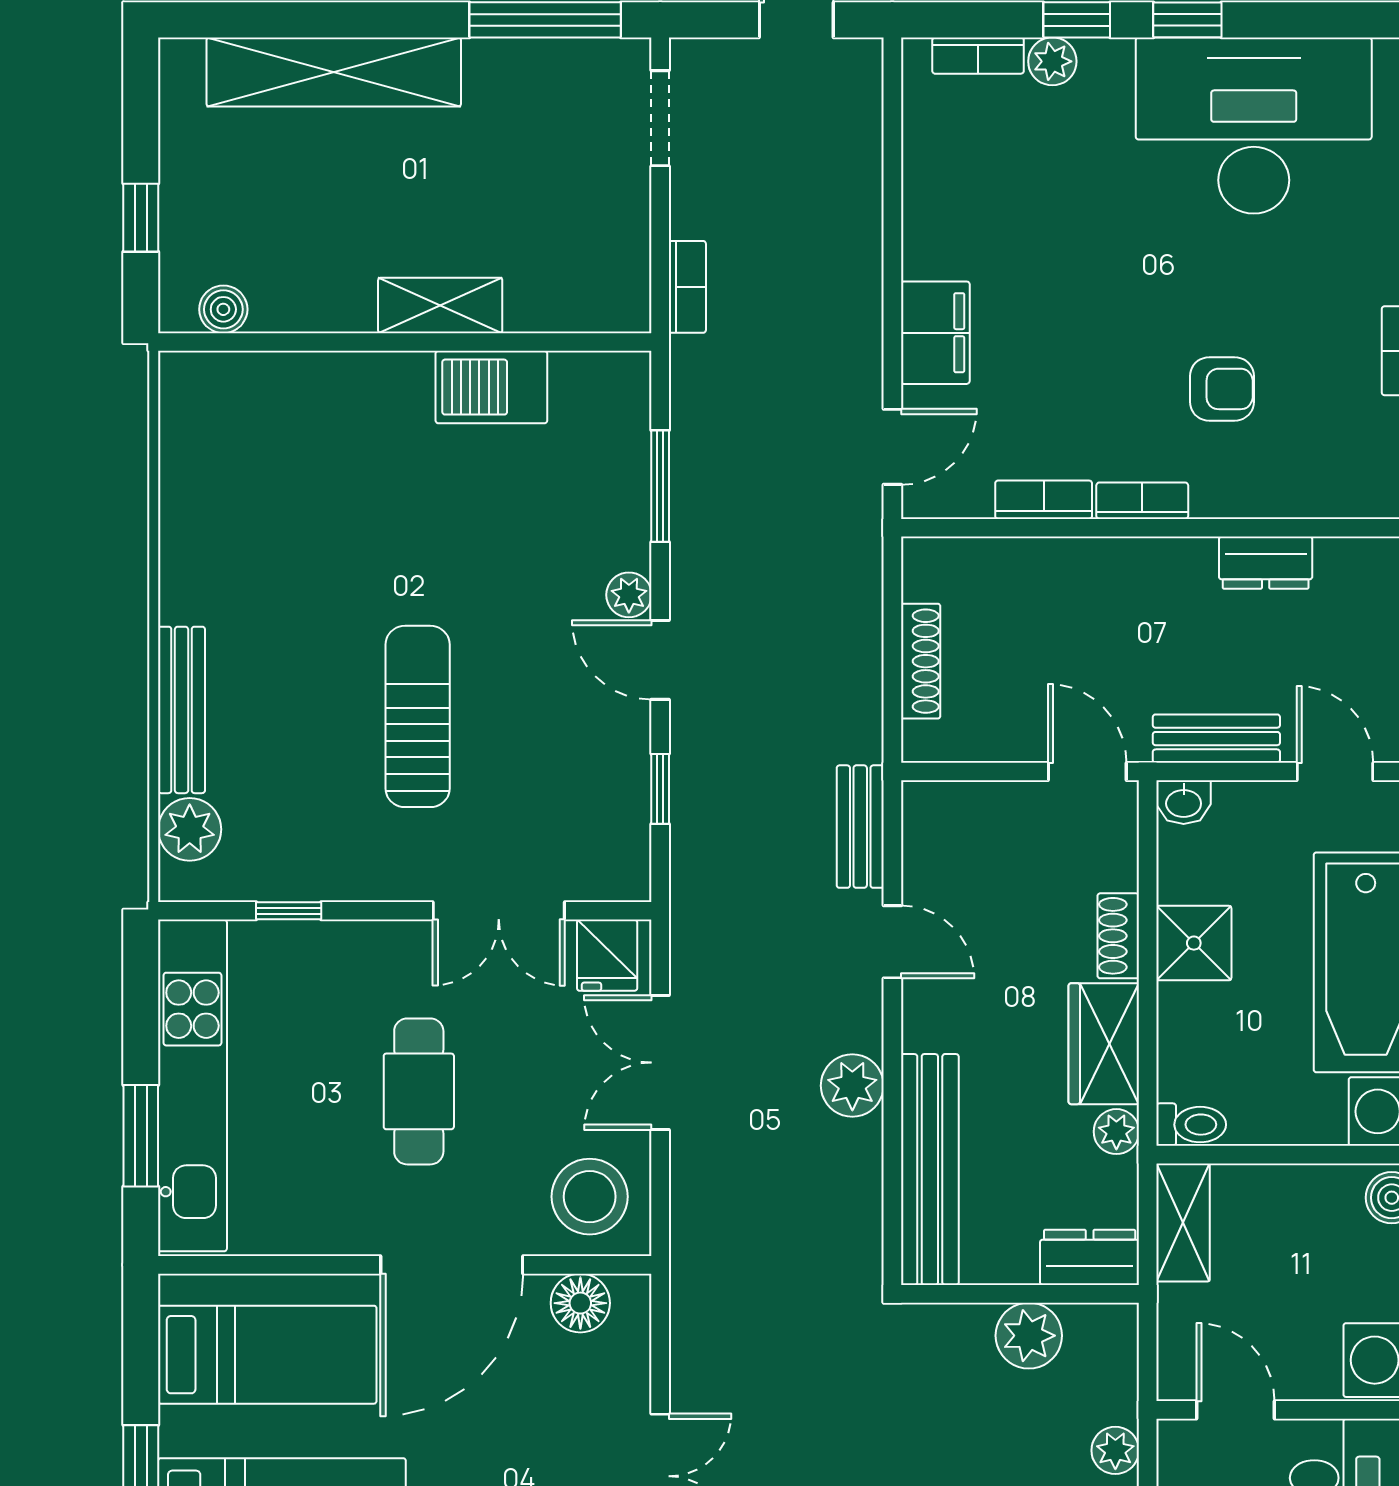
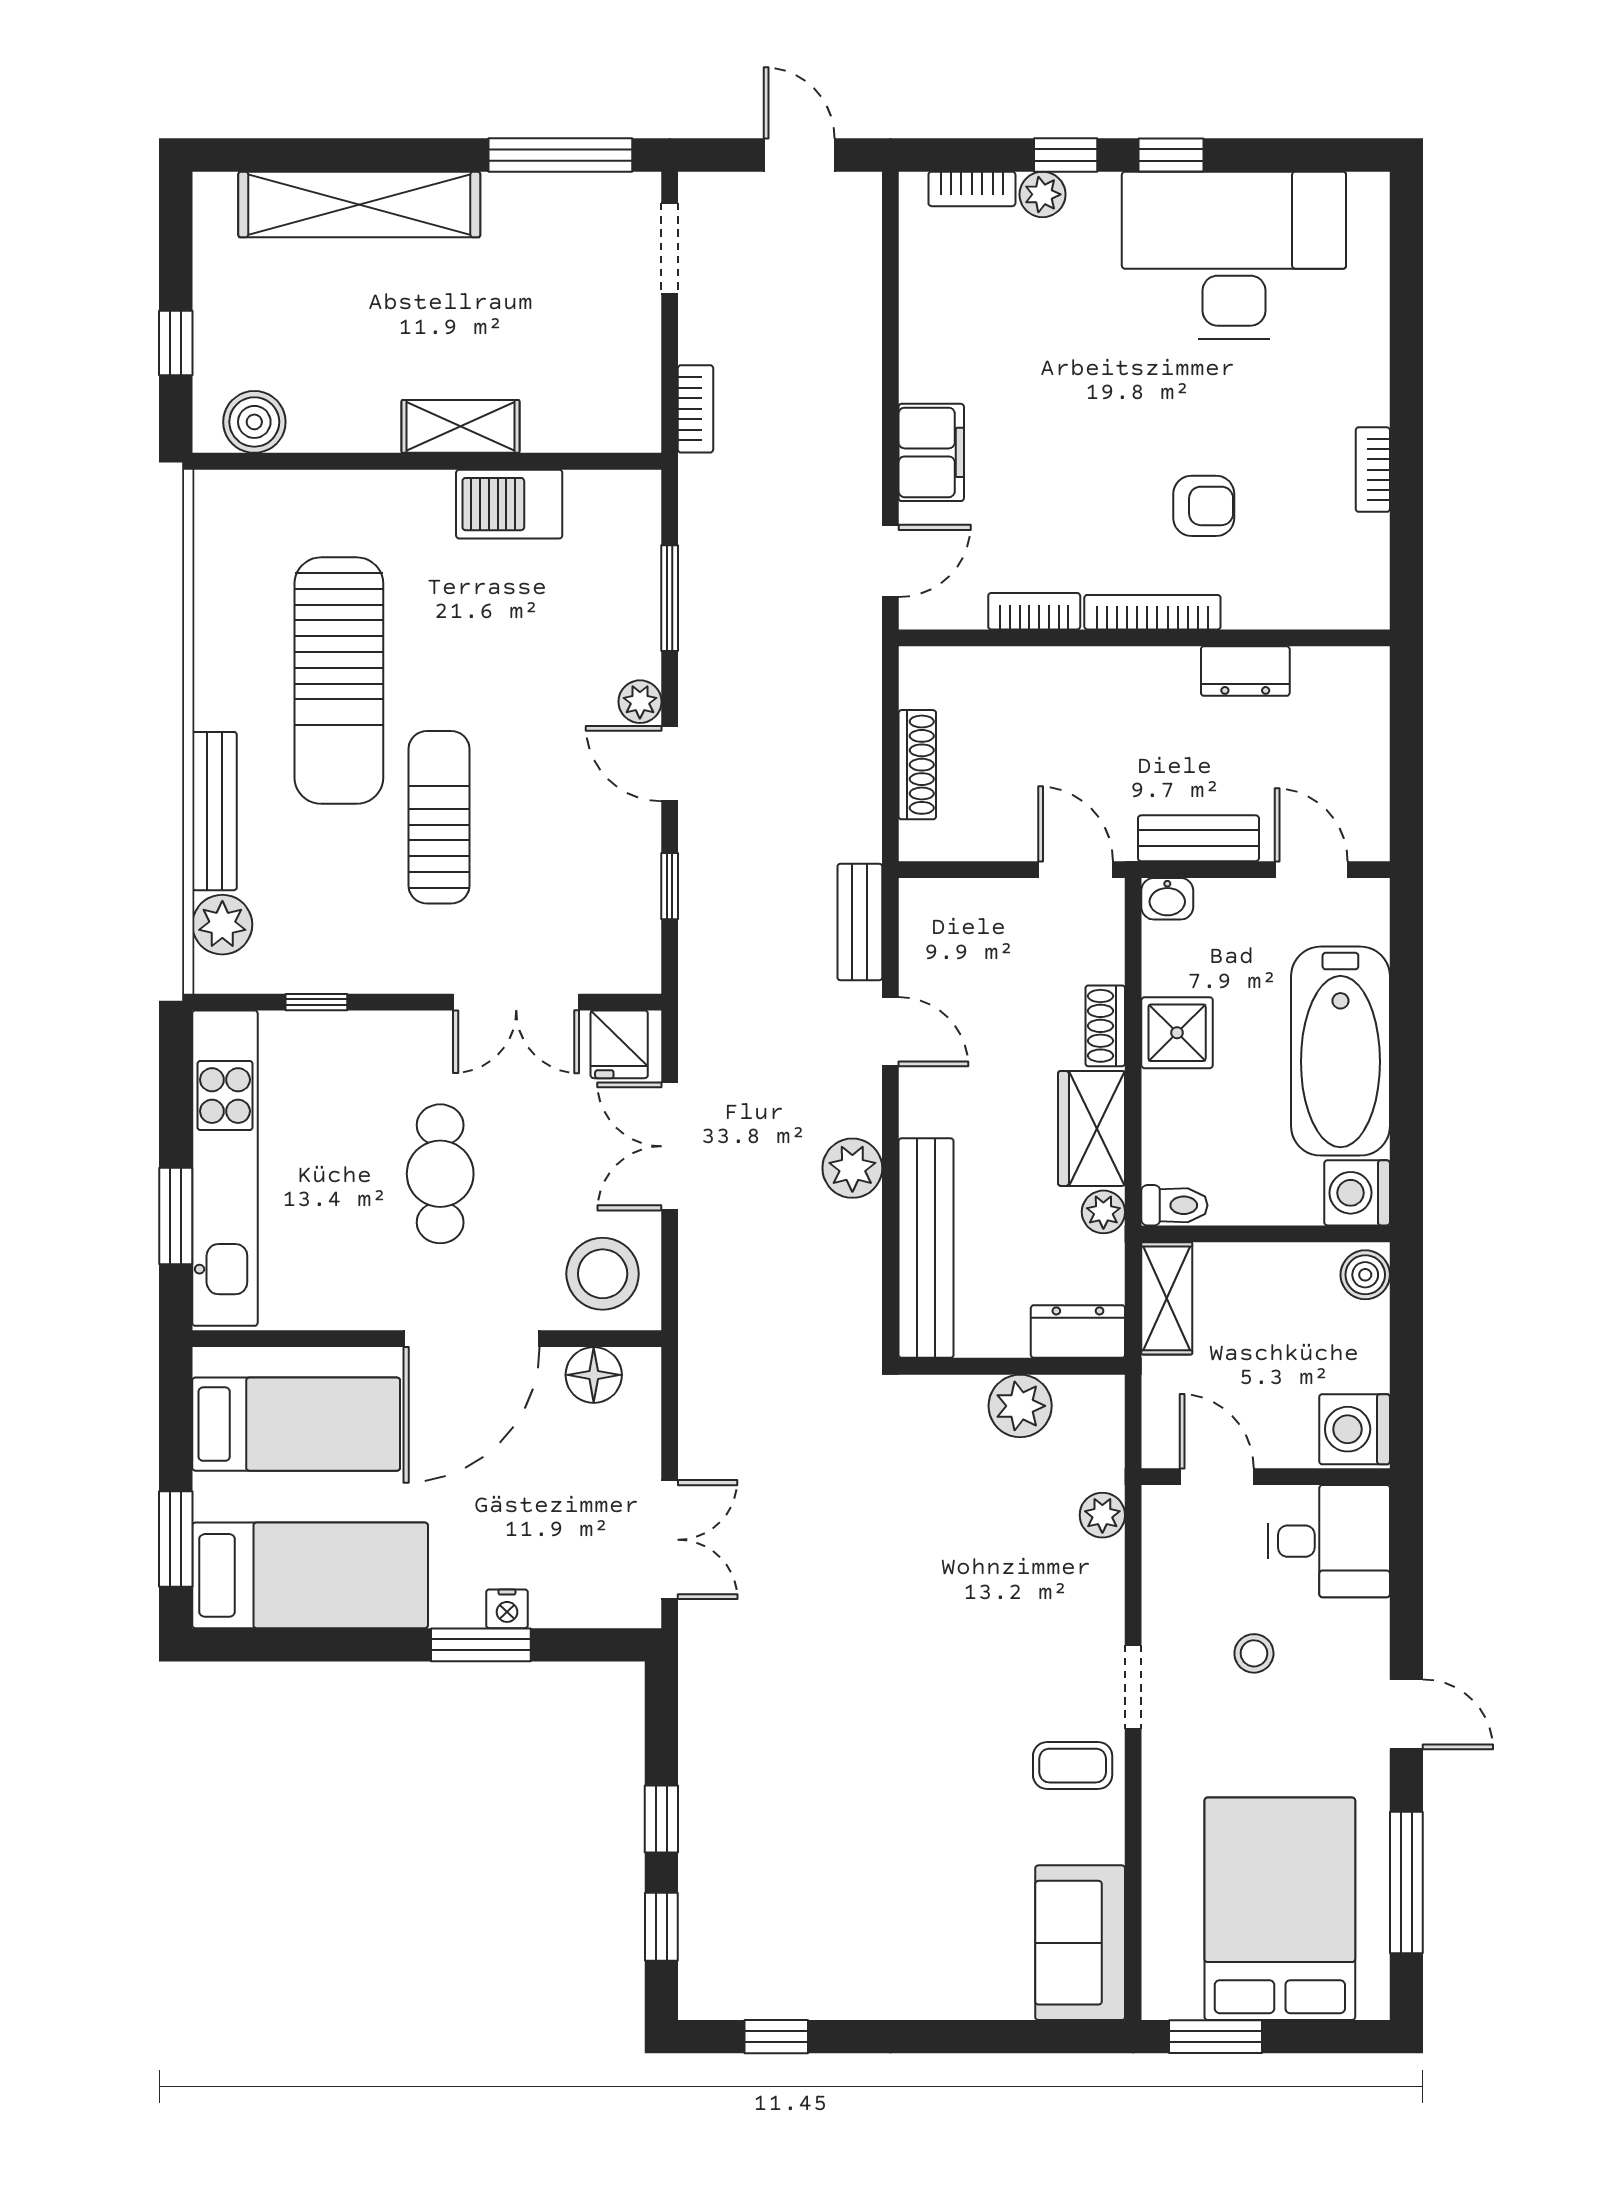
boiler: (223, 309) -> (254, 422), width x1.36, depth x1.36
bookcase: (1142, 501) -> (1152, 612), width x1.56
sun lounger: (312, 573) -> (339, 681), added

